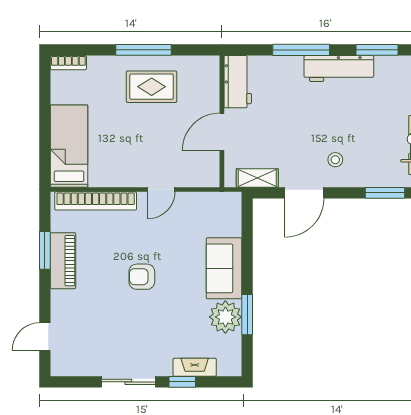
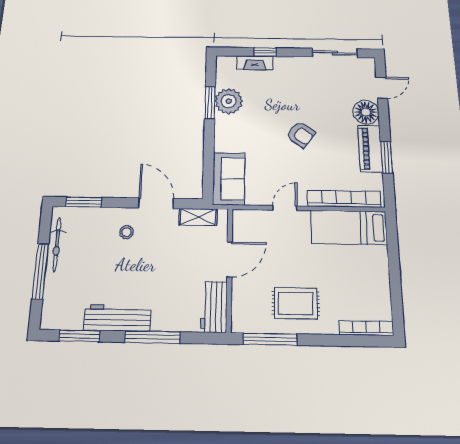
window: (144, 50) -> (270, 339), moved
bookcase: (68, 63) -> (366, 328), width x1.56
bed: (69, 146) -> (349, 227), moved, turned 90
door: (304, 193) -> (156, 203), hinge flipped
sofa: (224, 268) -> (229, 179), moved
armchair: (142, 277) -> (301, 134), turned 35
floor lamp: (65, 305) -> (366, 112), added
sliding door: (128, 382) -> (335, 53), moved

